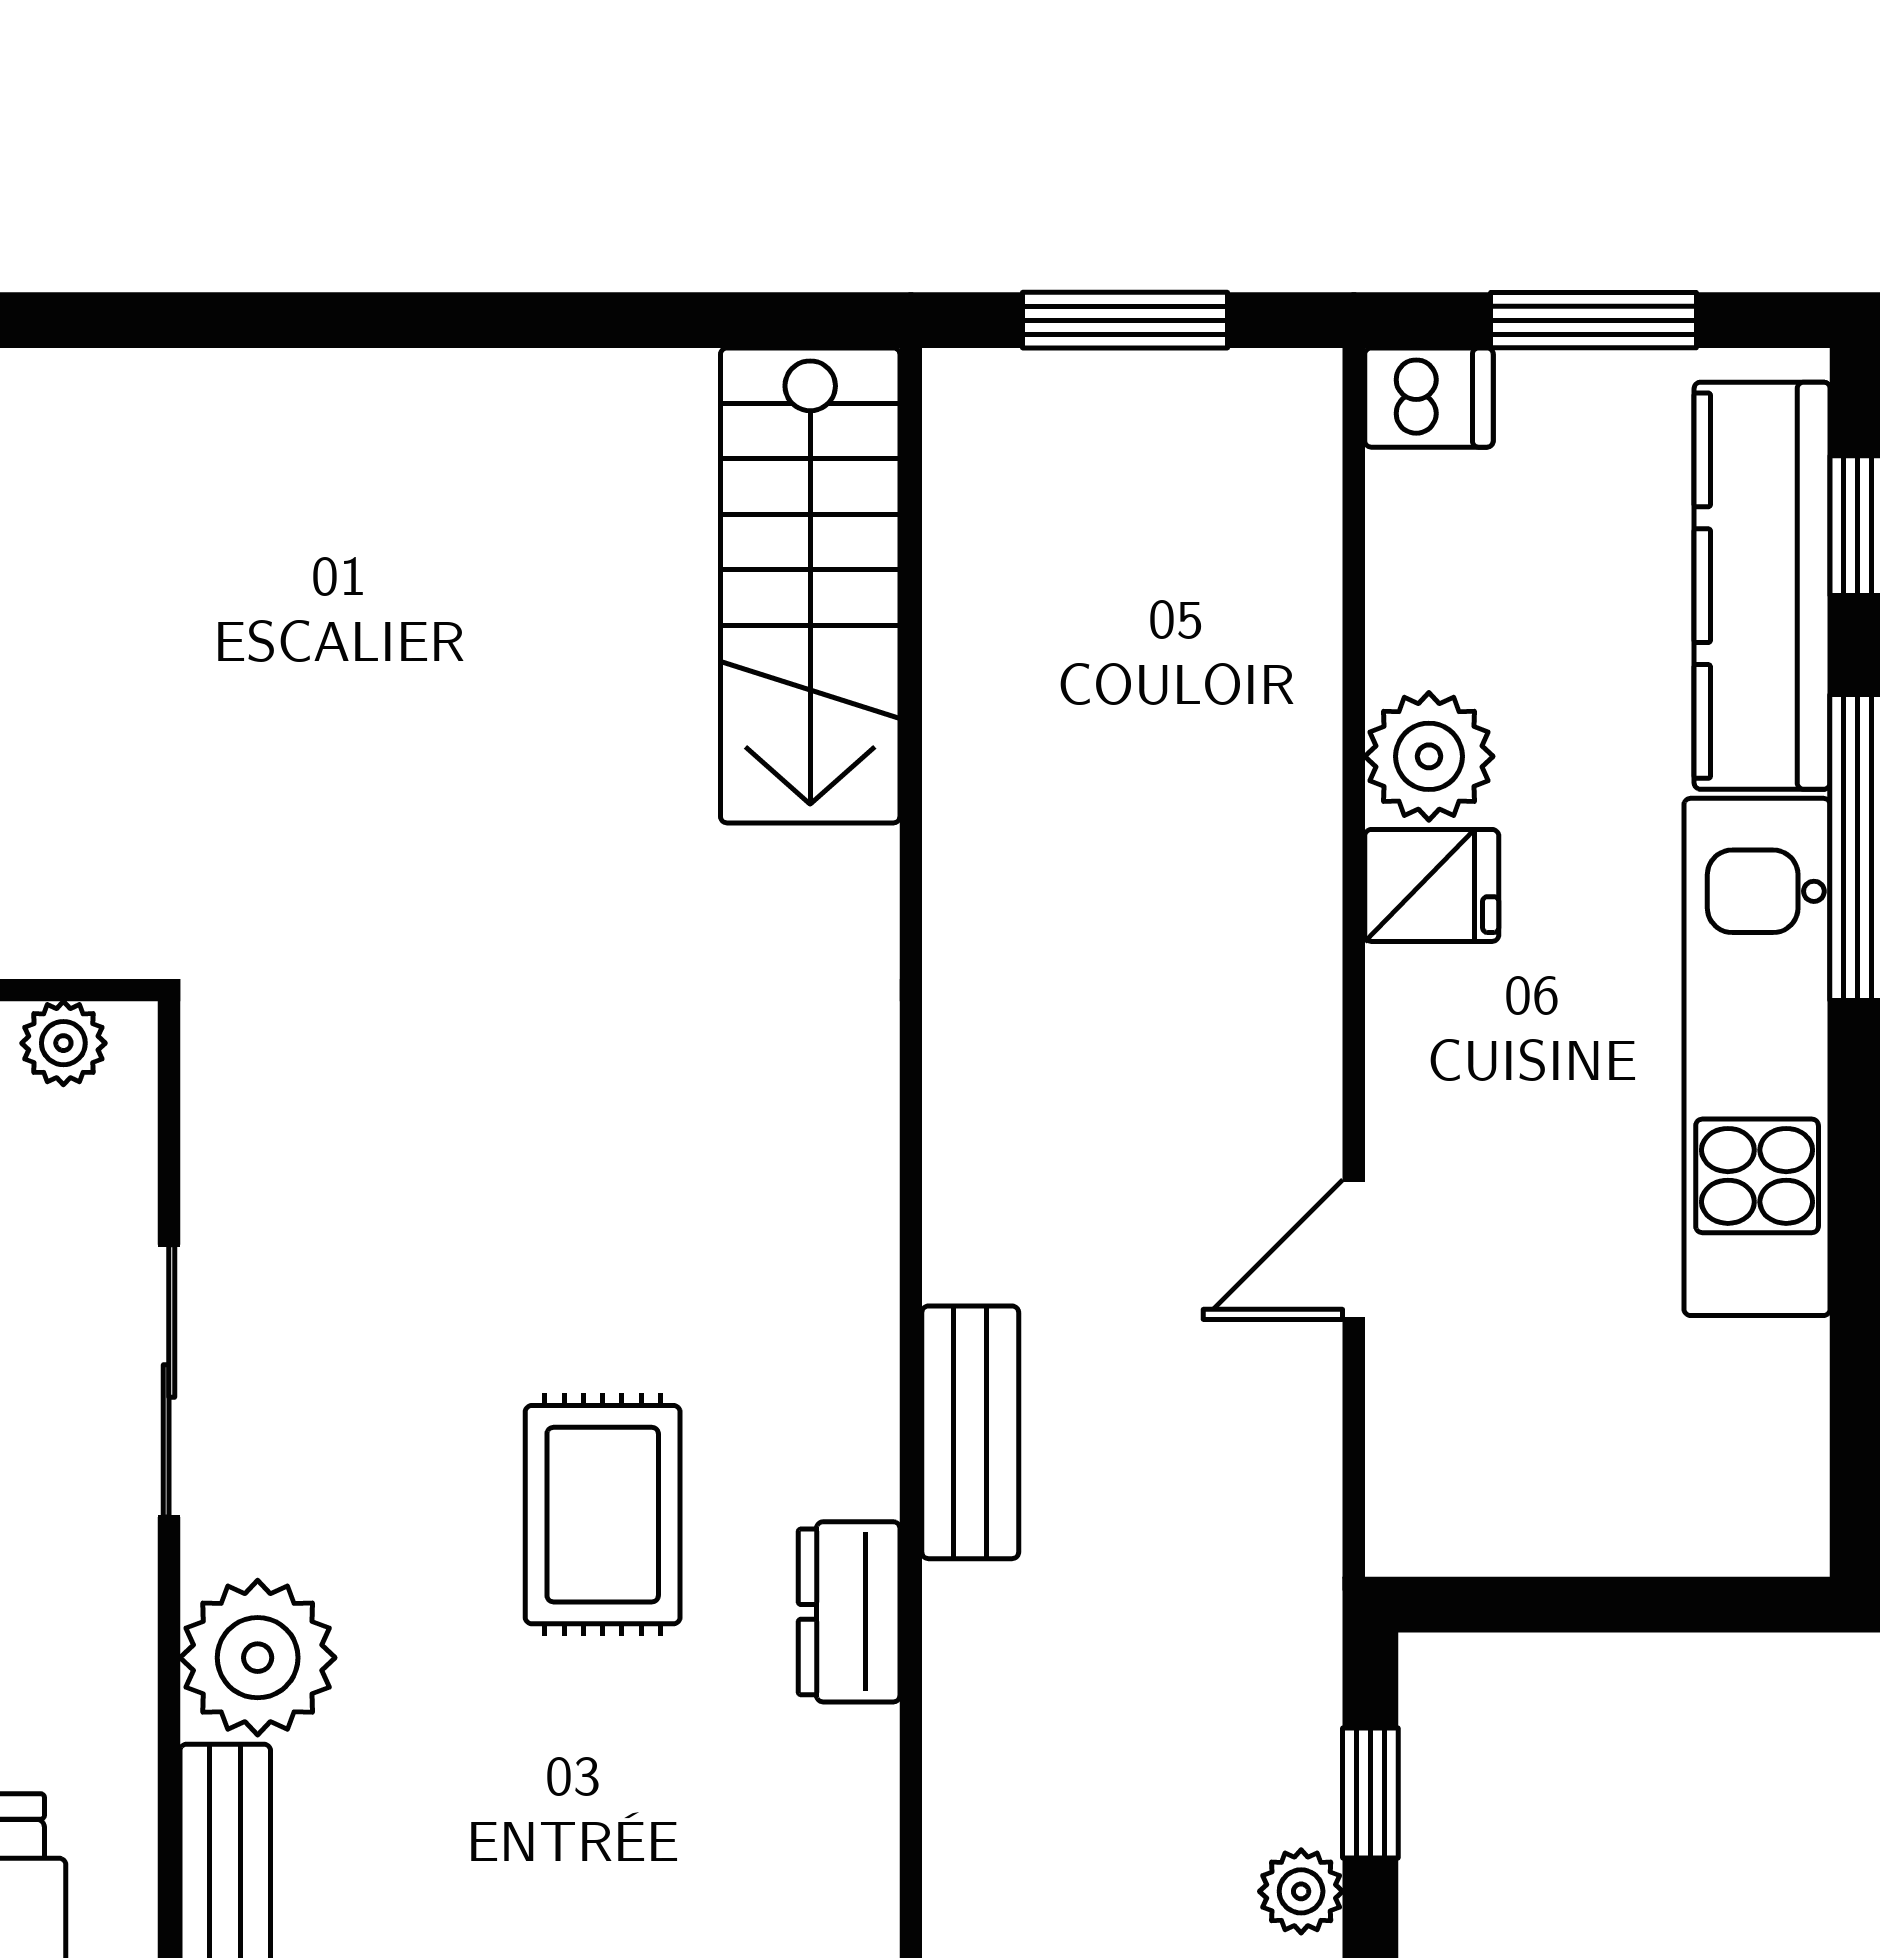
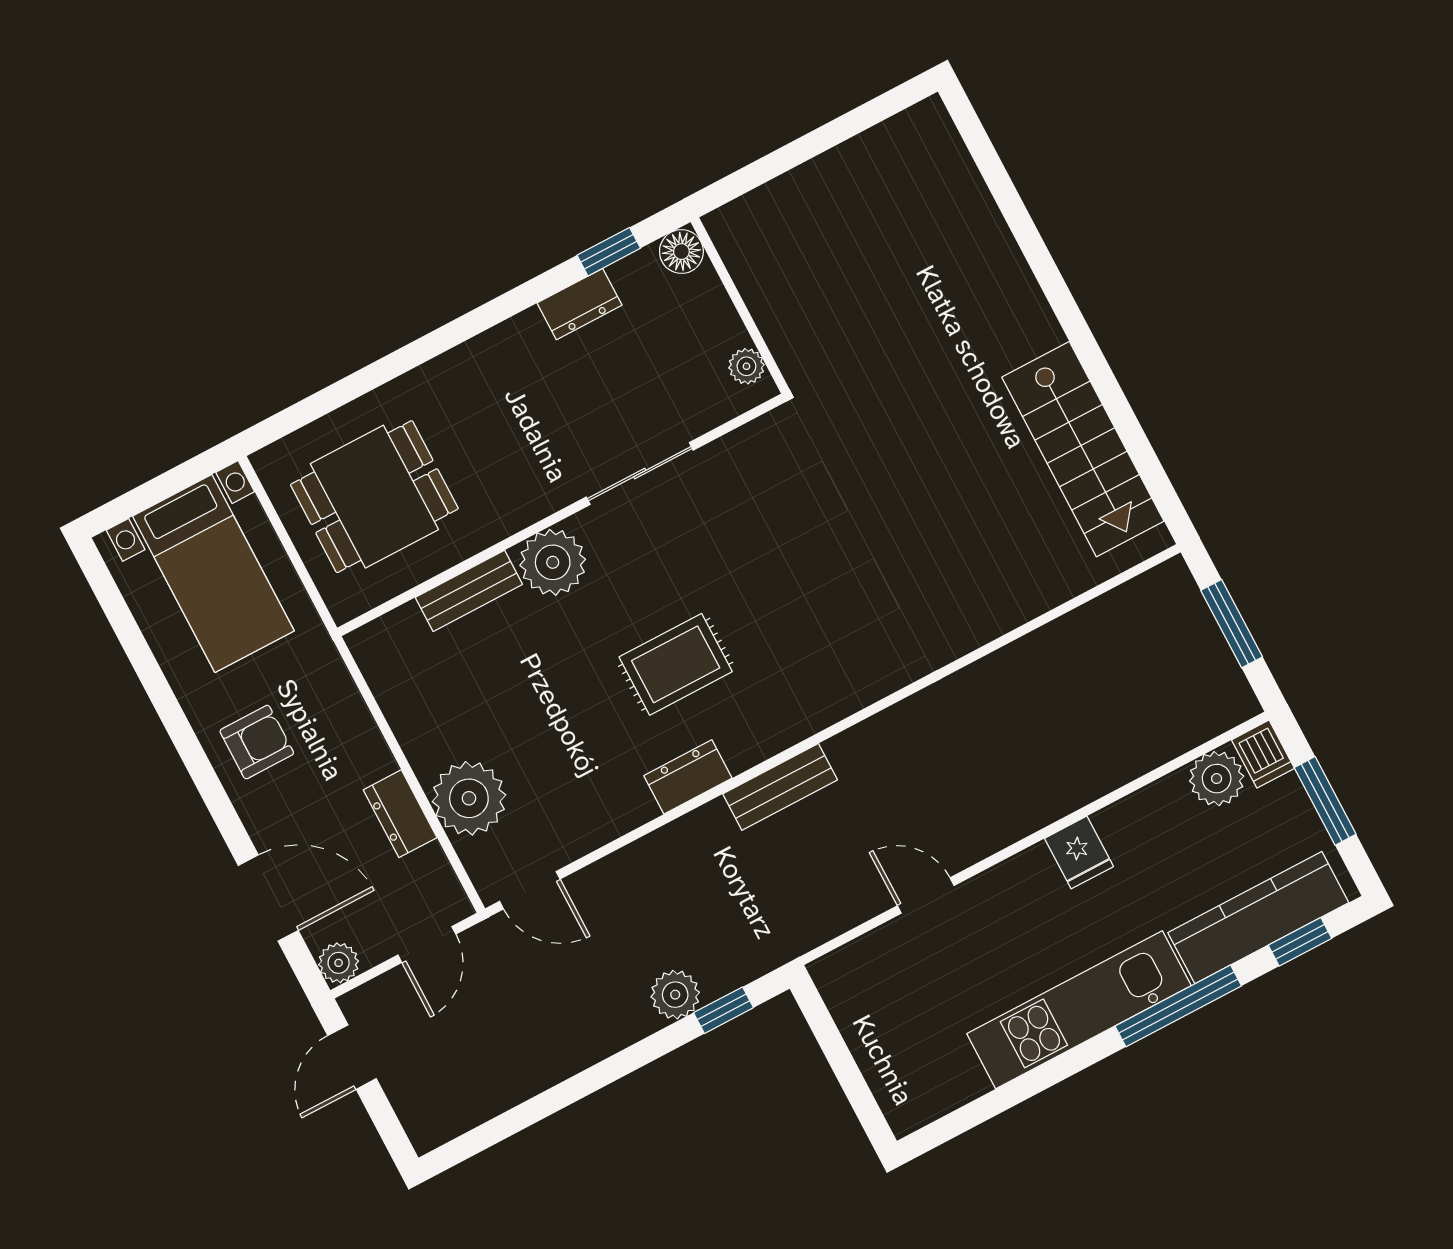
stairs: (810, 585) -> (1083, 449), moved, turned -90
plant: (1429, 756) -> (1217, 779), moved
plant: (1301, 1891) -> (675, 995), width x1.38, depth x1.38

